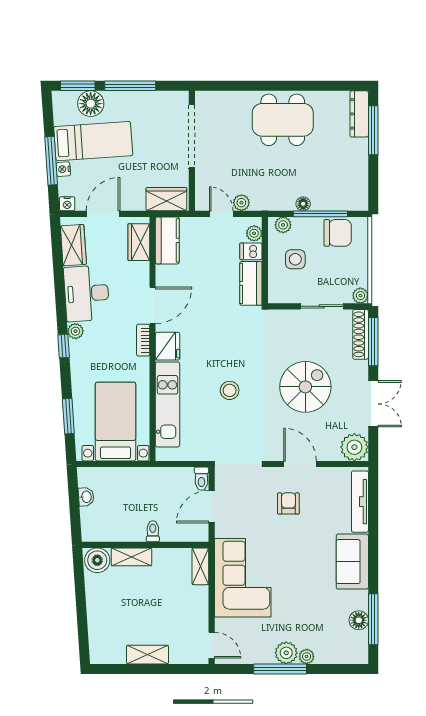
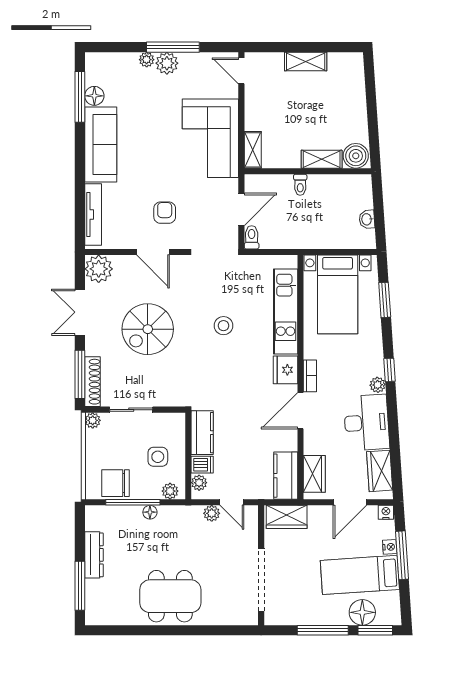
dresser: (359, 114) -> (94, 555), moved
armchair: (288, 503) -> (165, 213), turned 180
sofa: (352, 562) -> (101, 145), width x1.36

